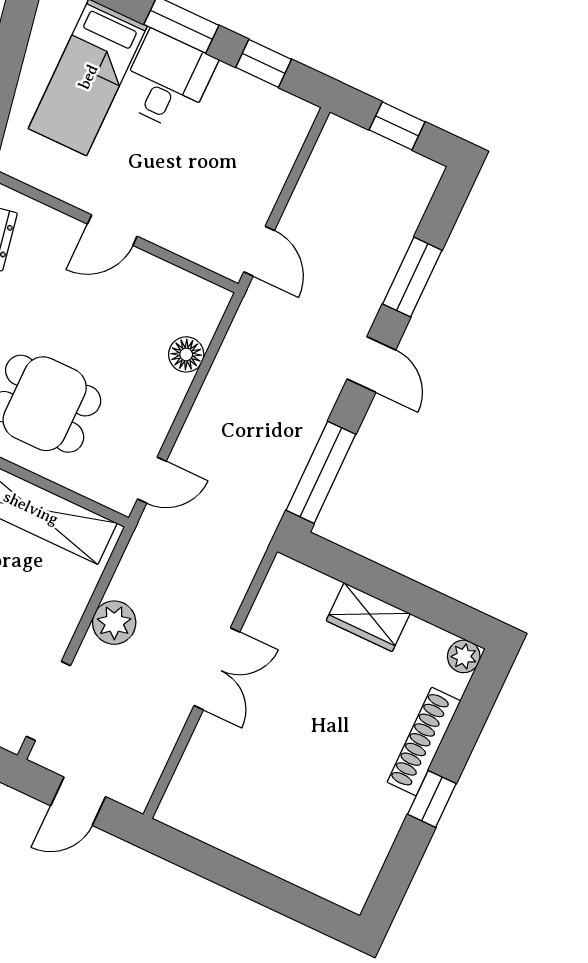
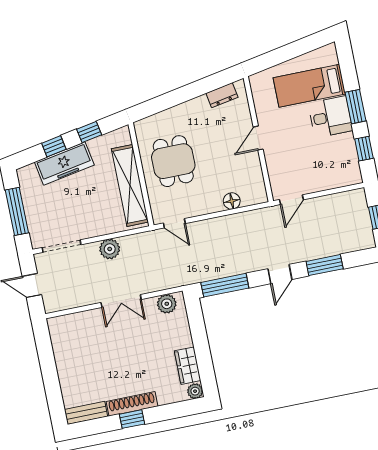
door: (112, 230) -> (258, 138), hinge flipped
plant: (279, 595) -> (167, 304), added
wardrobe: (368, 617) -> (188, 366), moved
shoe rack: (424, 742) -> (132, 404), moved
bench: (363, 870) -> (86, 413), added

